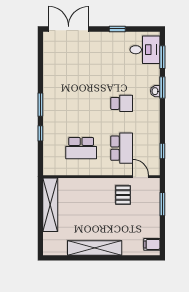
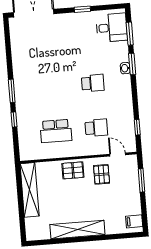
school desk: (122, 148) -> (96, 128), width x0.54
pallet: (95, 189) -> (73, 170), added

